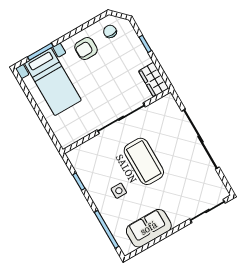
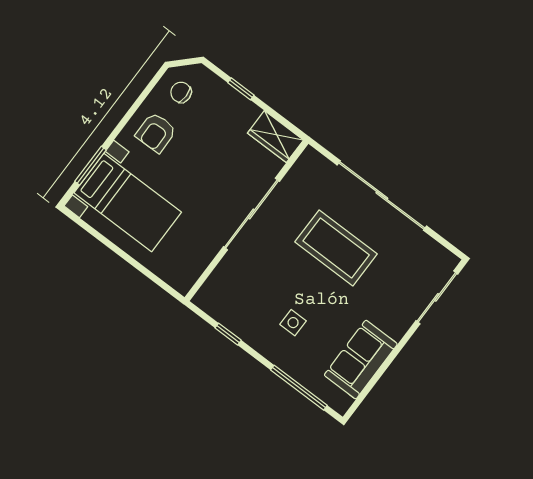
coffee table: (144, 161) -> (336, 248), moved

